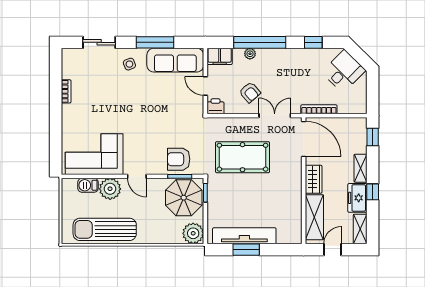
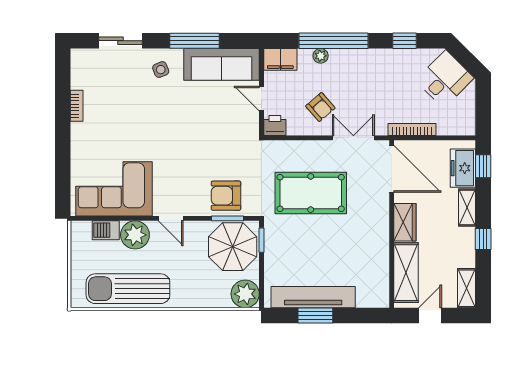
freezer: (357, 198) -> (463, 168), moved

